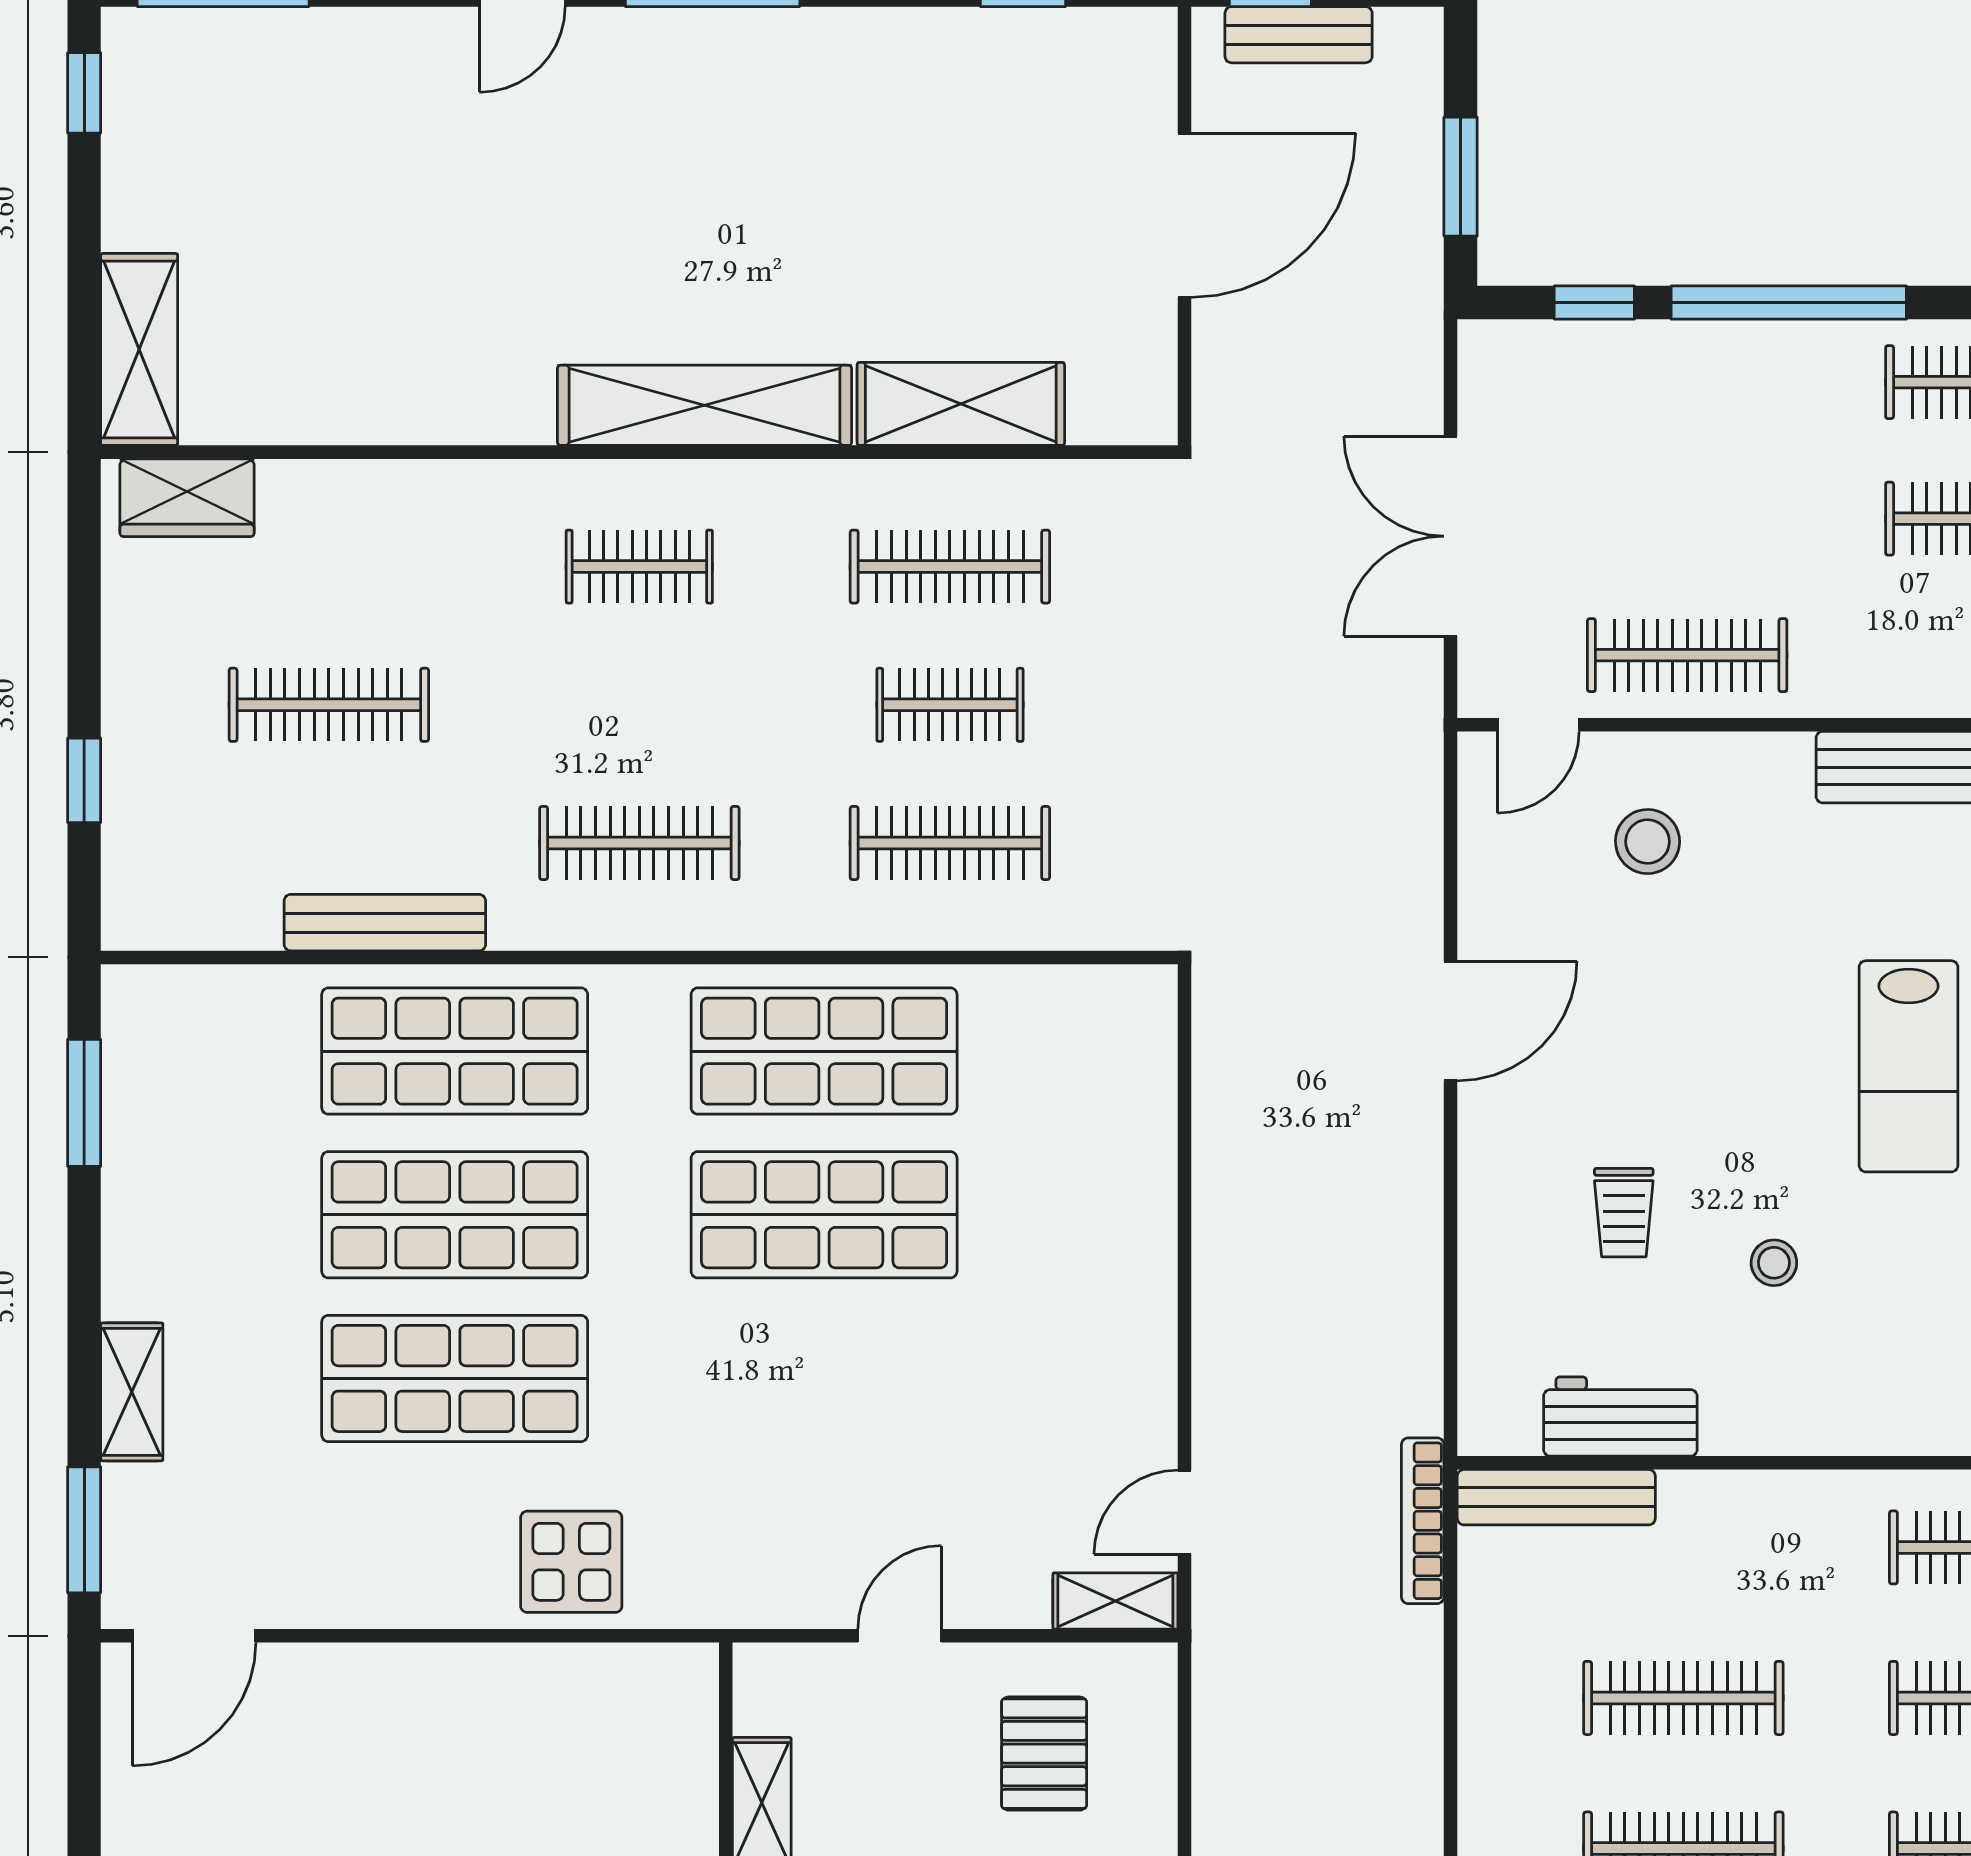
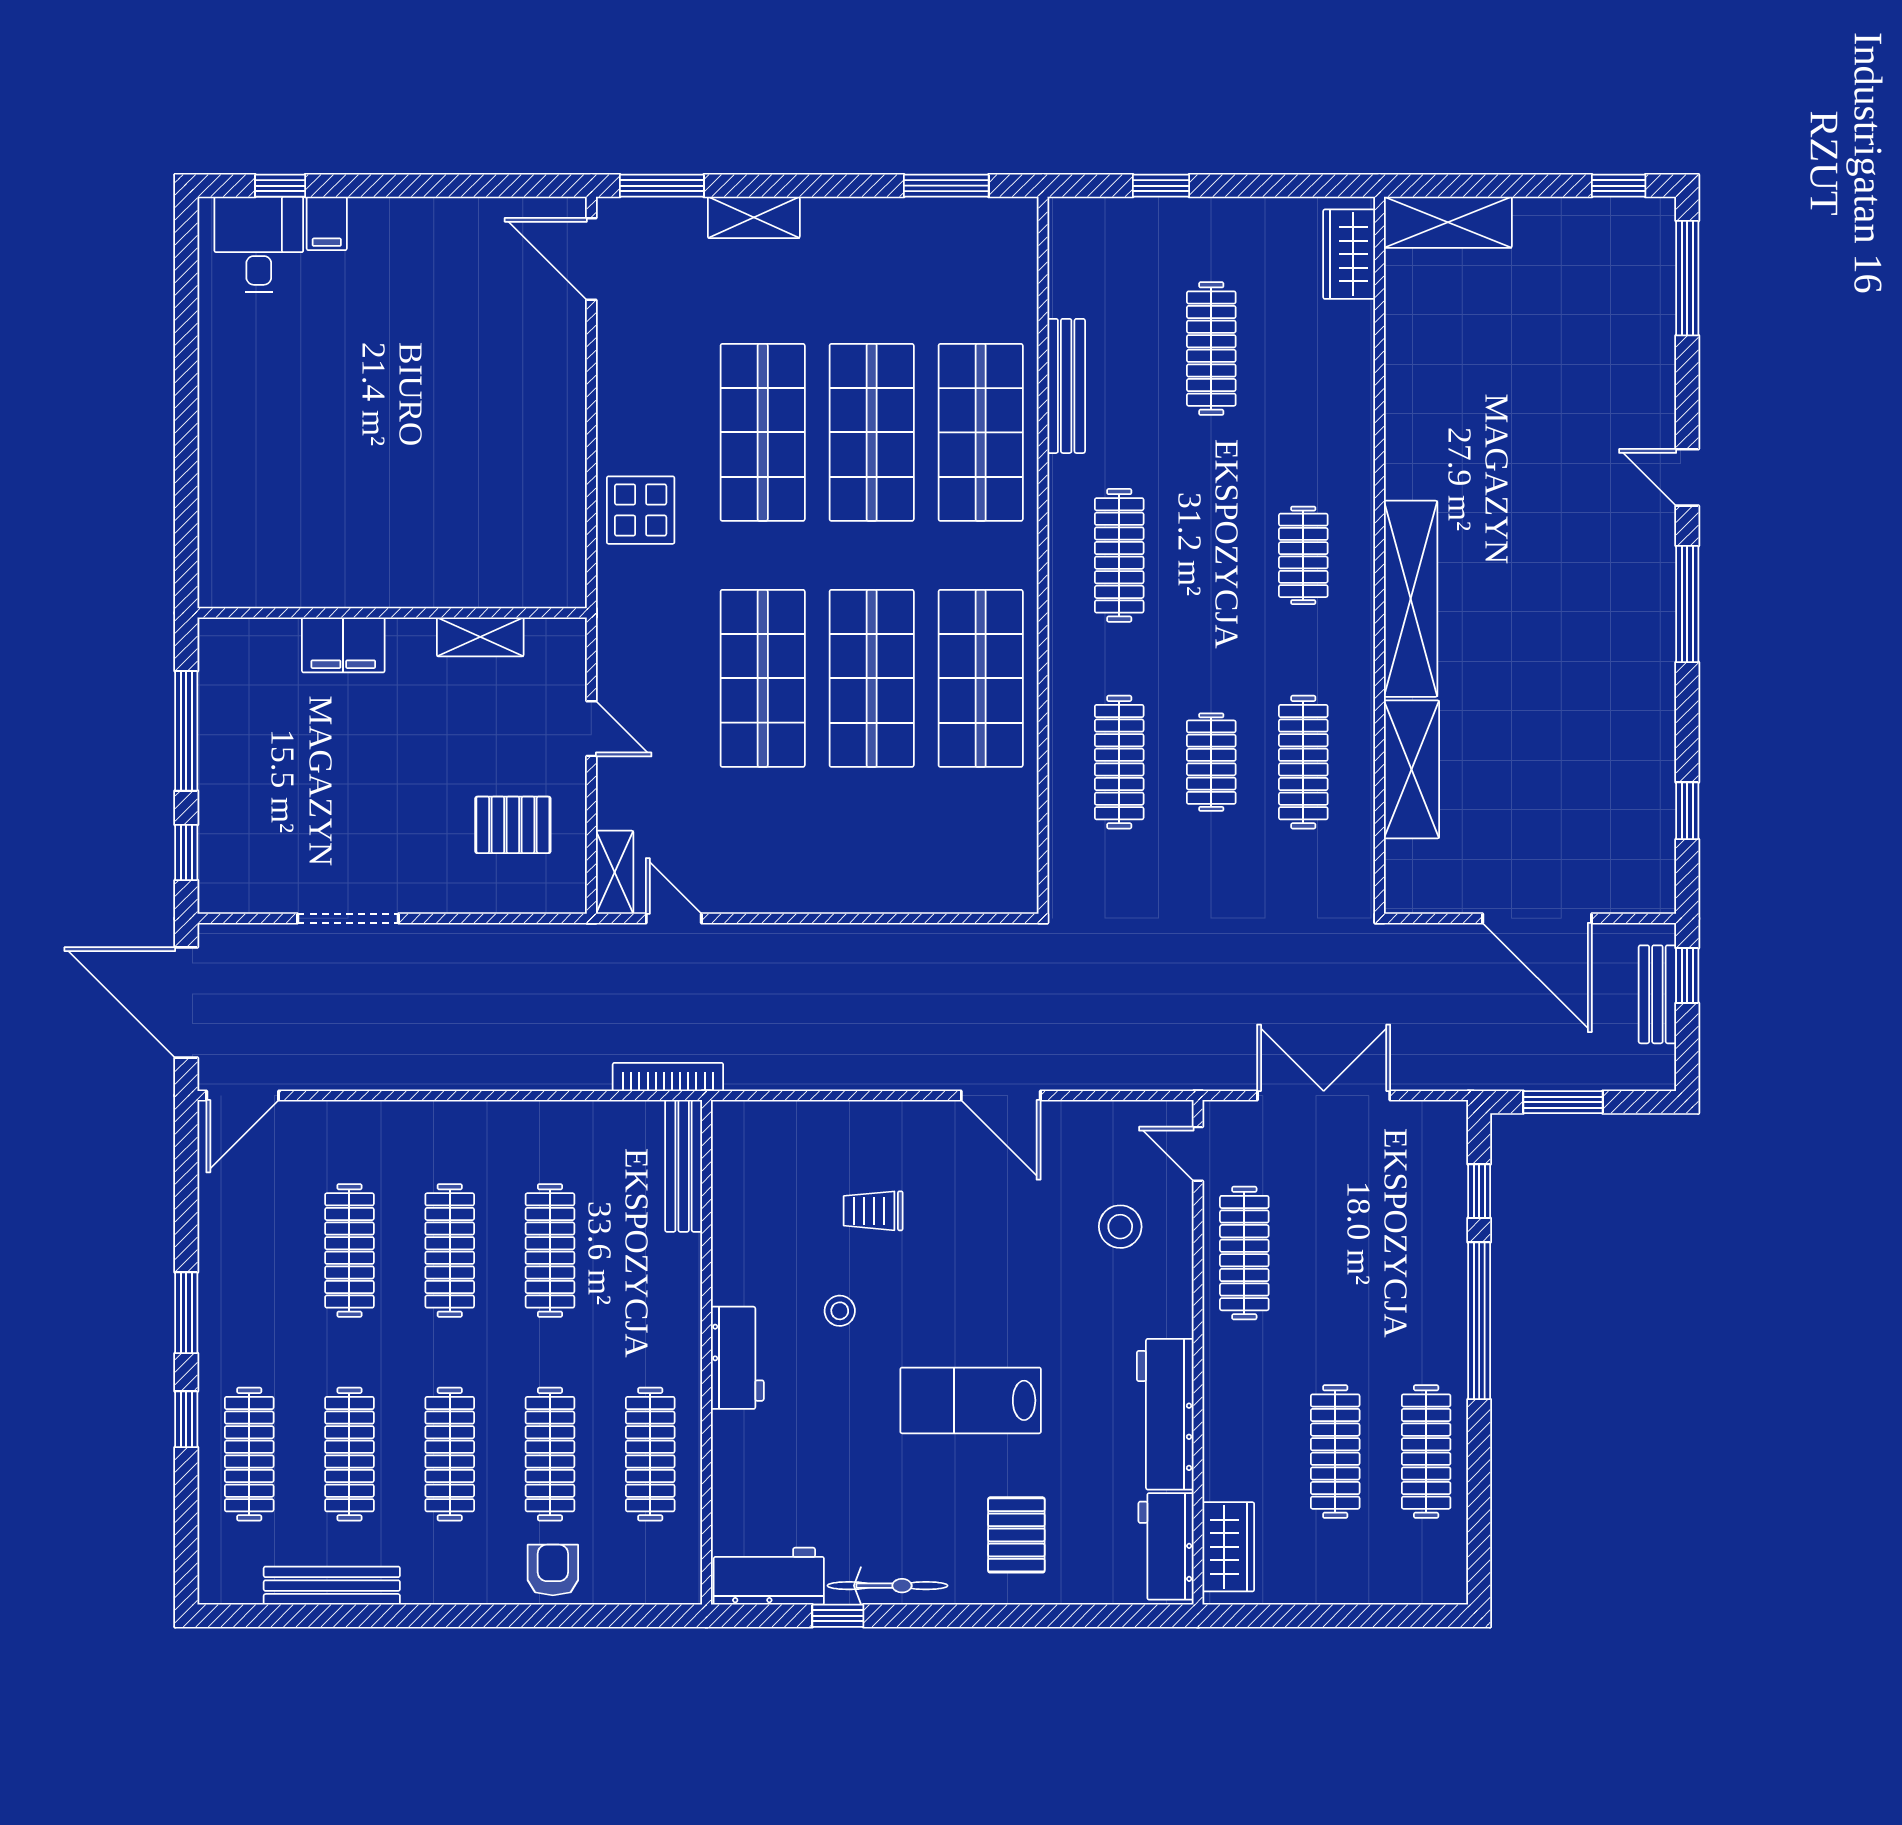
shop shelf: (824, 1378) -> (763, 678), added
workbench: (1620, 1417) -> (737, 1358), moved

